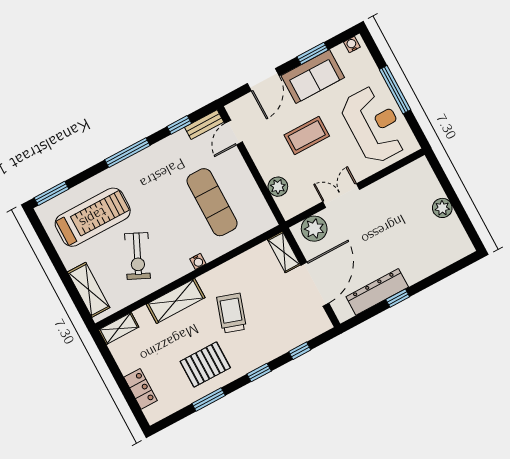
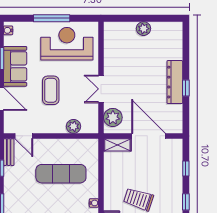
dresser: (377, 292) -> (175, 82), moved

